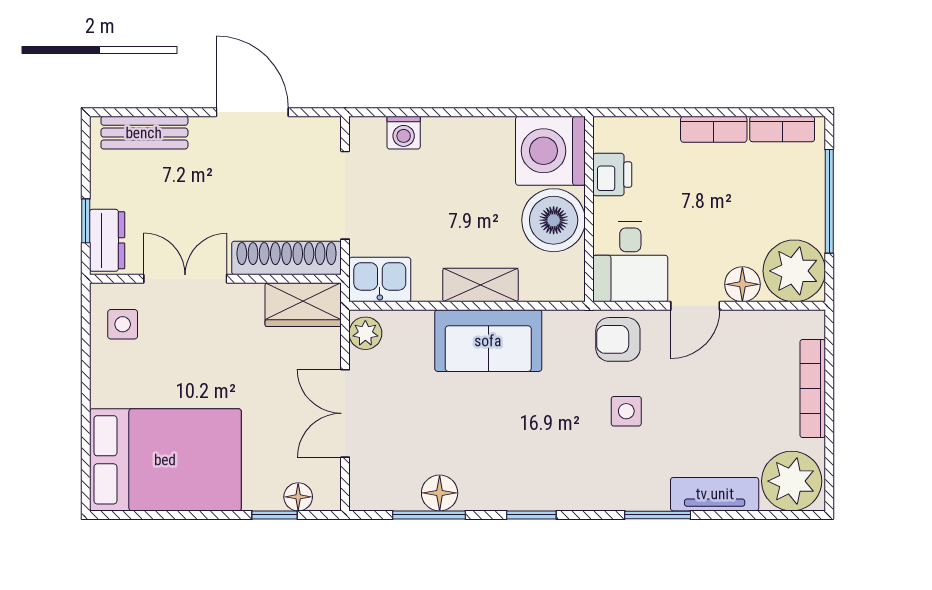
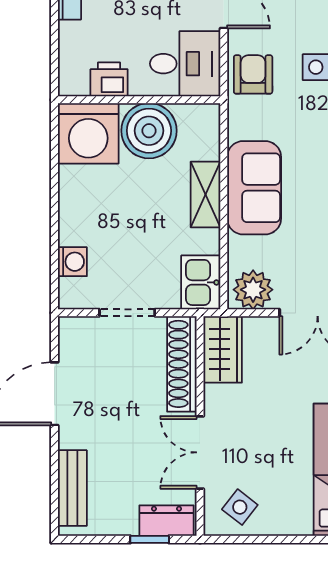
doorway: (345, 195) -> (127, 313), width x0.73
side table: (123, 324) -> (240, 507), turned 38
plant: (365, 333) -> (253, 290), width x1.38, depth x1.38
armchair: (618, 339) -> (253, 74), turned 180

